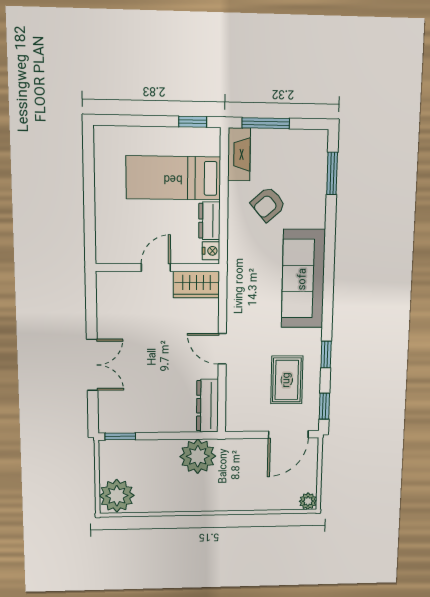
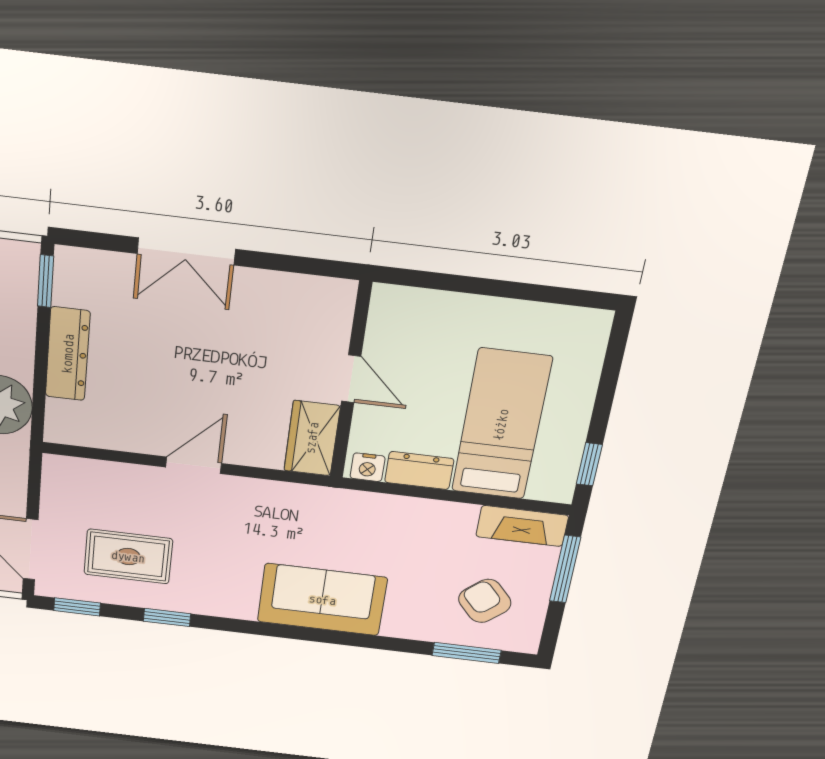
armchair: (268, 204) -> (485, 601), moved
sofa: (303, 279) -> (322, 600), width x0.73
dresser: (207, 406) -> (68, 354), moved, turned 90

